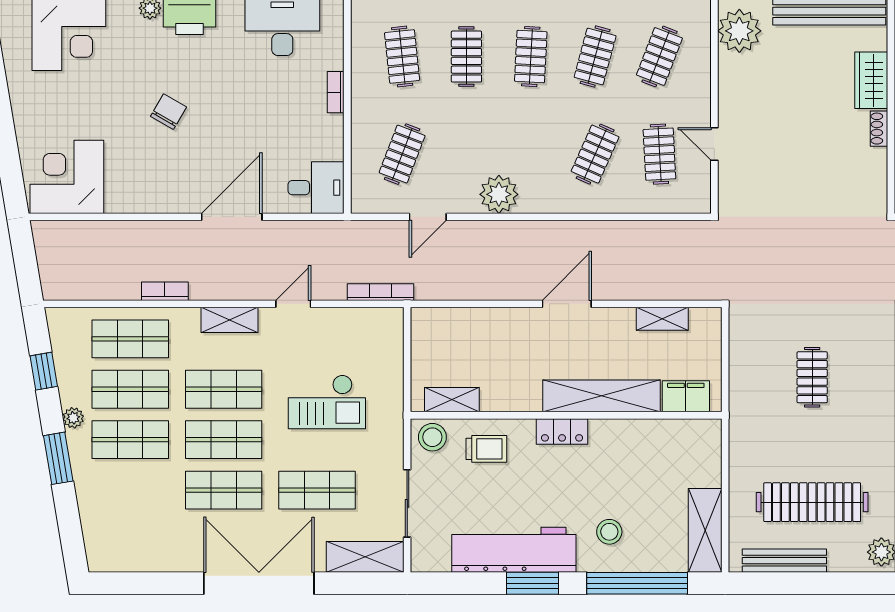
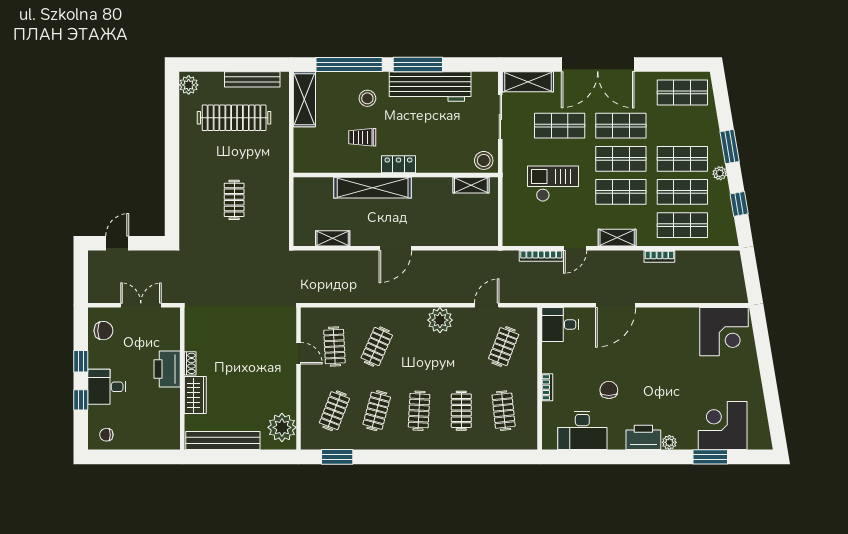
chair: (168, 112) -> (609, 390), moved, turned 150
bookcase: (381, 292) -> (541, 256), moved
filing cabinet: (686, 396) -> (317, 187), removed
trolley: (486, 449) -> (362, 137), moved
shop shelf: (130, 541) -> (682, 92), added
window: (533, 583) -> (418, 64), width x1.44

